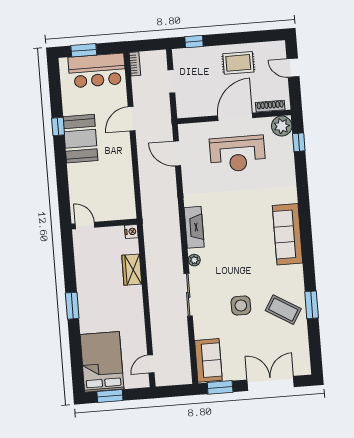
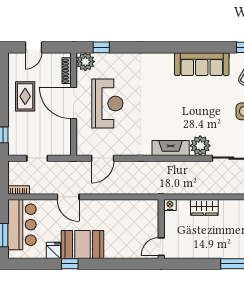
fridge: (71, 107) -> (53, 250), added
sofa: (288, 234) -> (202, 64), moved
plant: (194, 260) -> (200, 146), width x1.88, depth x1.88

